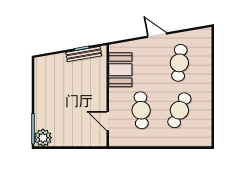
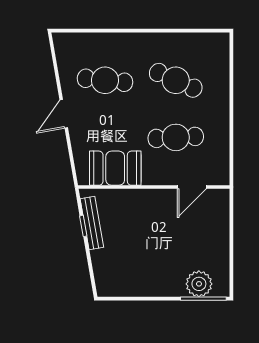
plant: (43, 138) -> (199, 284), moved

